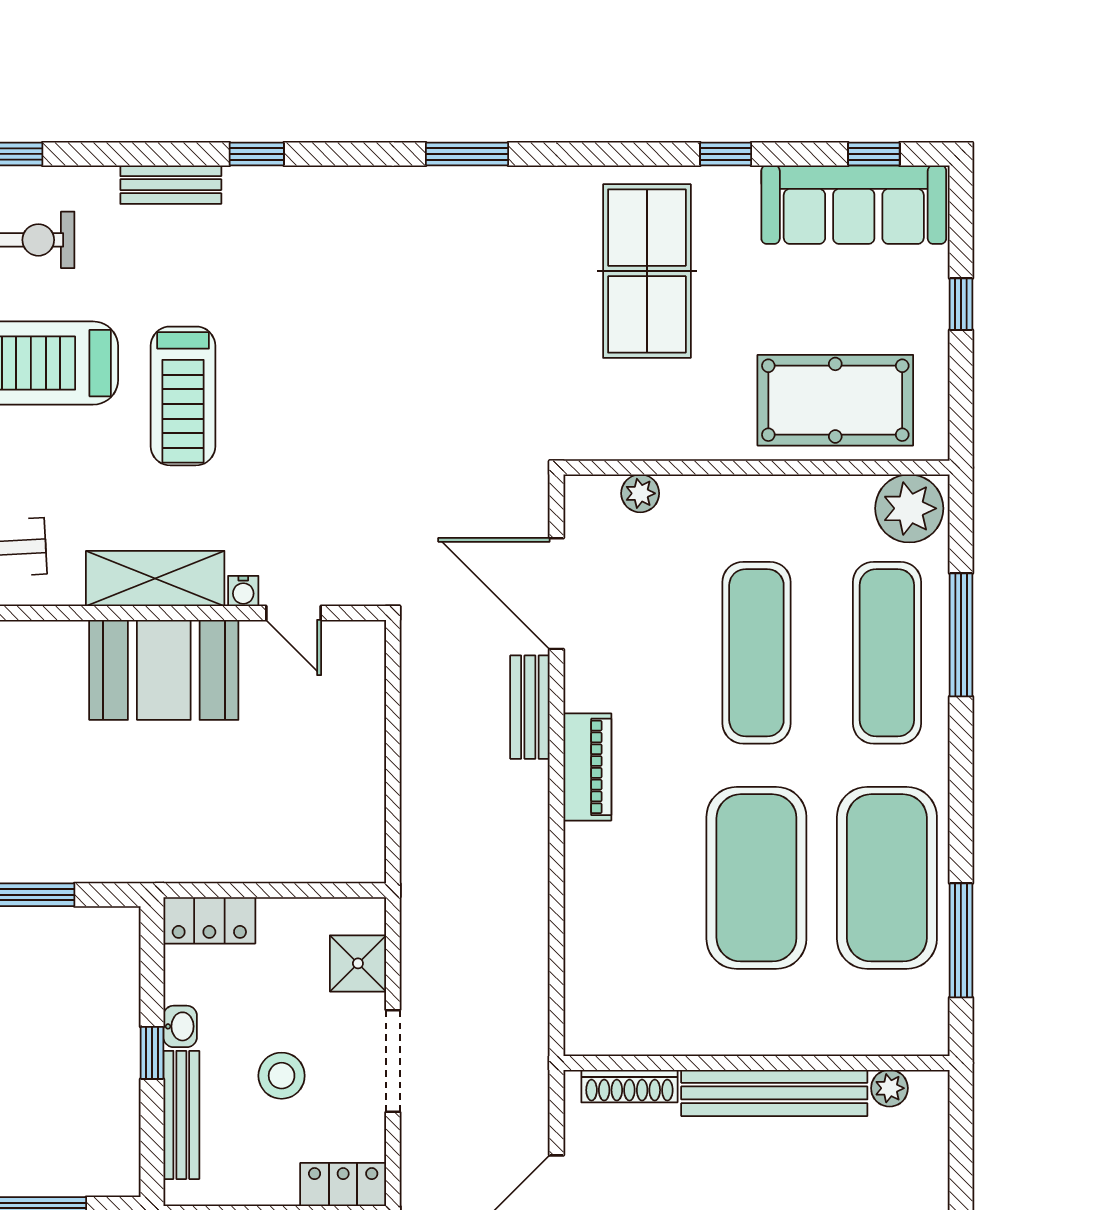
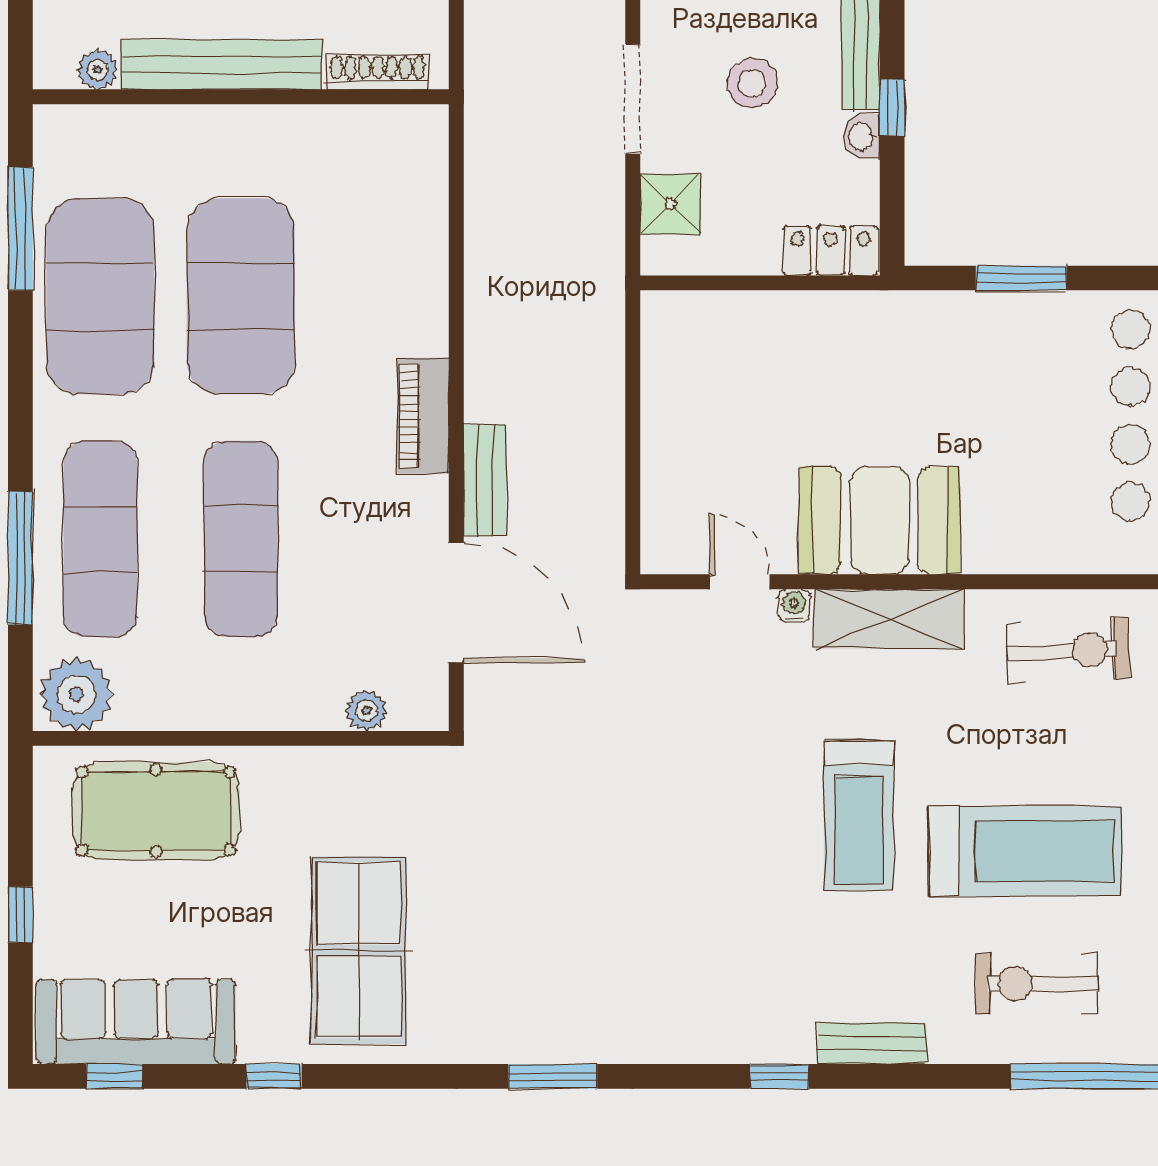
treadmill: (183, 396) -> (859, 816), turned 180

